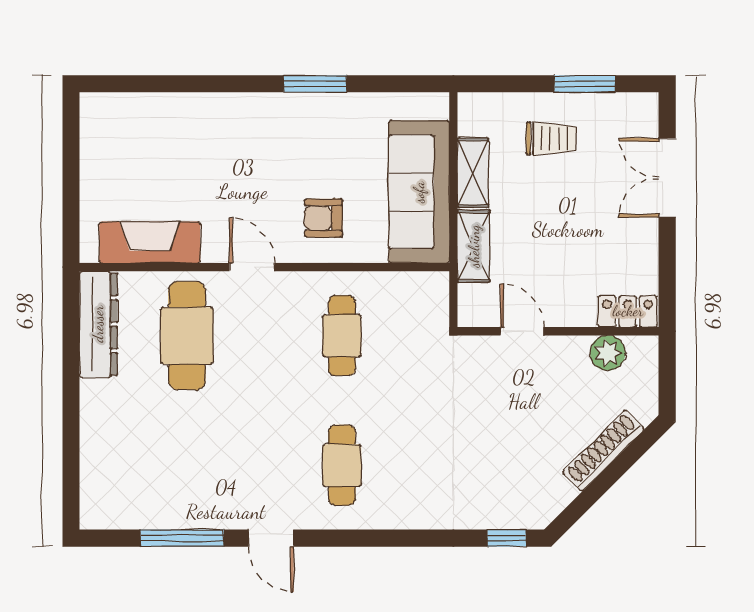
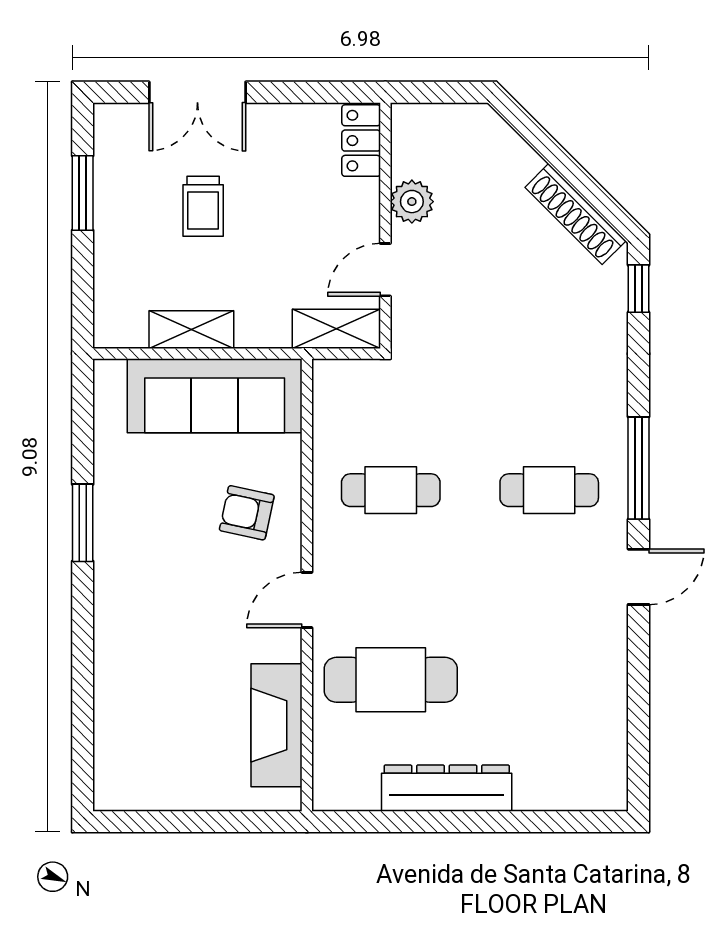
trolley: (551, 138) -> (203, 206), moved, turned 180
armchair: (323, 218) -> (247, 513), turned 102
shelving: (474, 246) -> (336, 329), moved
dresser: (98, 324) -> (447, 788), moved
plant: (608, 353) -> (412, 202), moved
shoe rack: (603, 451) -> (575, 214), moved
window: (182, 538) -> (638, 468), moved

